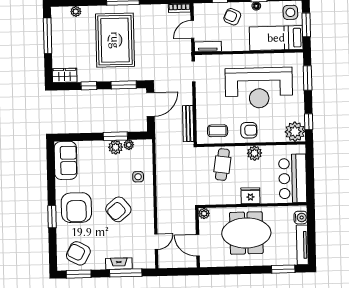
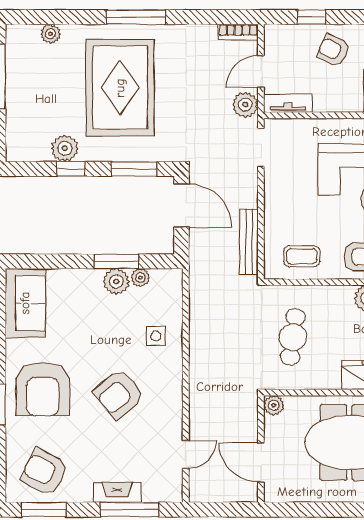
plant: (184, 48) -> (245, 105), added
plant: (85, 74) -> (65, 148), added
wardrobe: (65, 75) -> (27, 149), removed
door: (150, 104) -> (181, 205), hinge flipped
cafe table: (222, 165) -> (293, 337), moved

